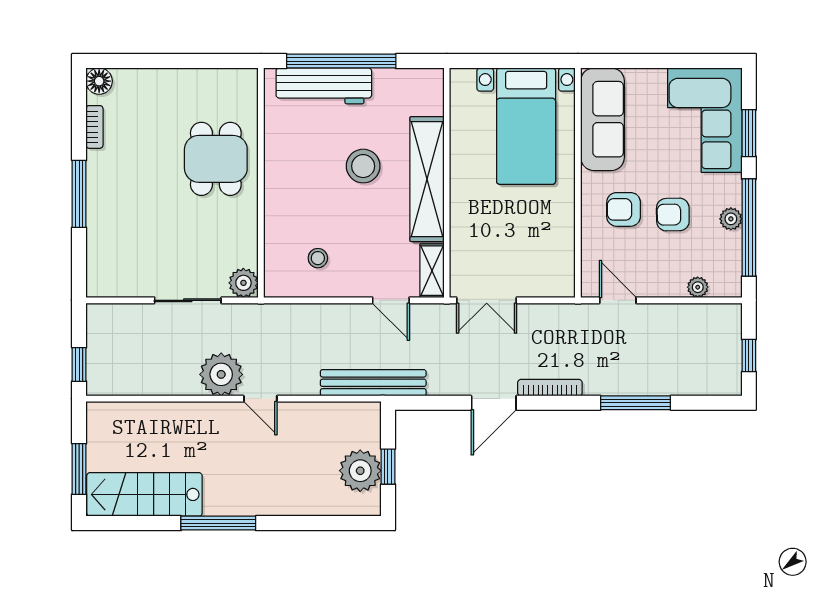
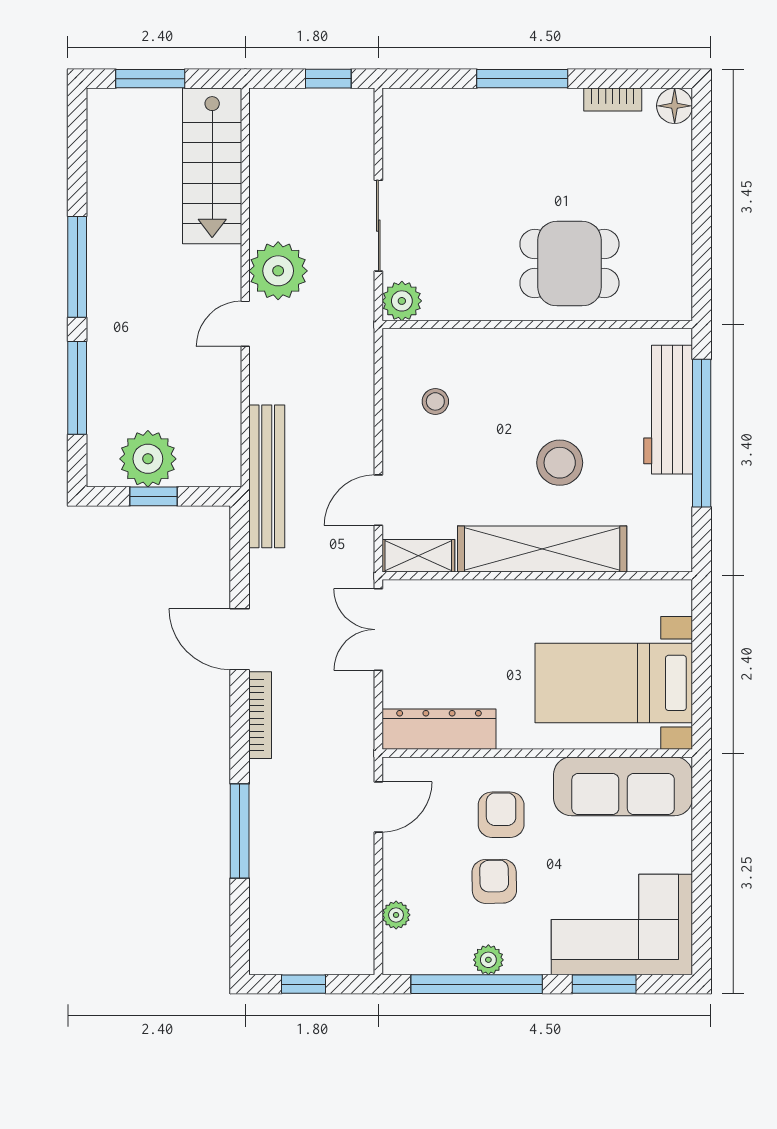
dresser: (560, 255) -> (439, 729), added
window: (79, 364) -> (328, 79), moved
stairs: (144, 494) -> (212, 166), moved, turned 180
window: (308, 523) -> (77, 388), added

